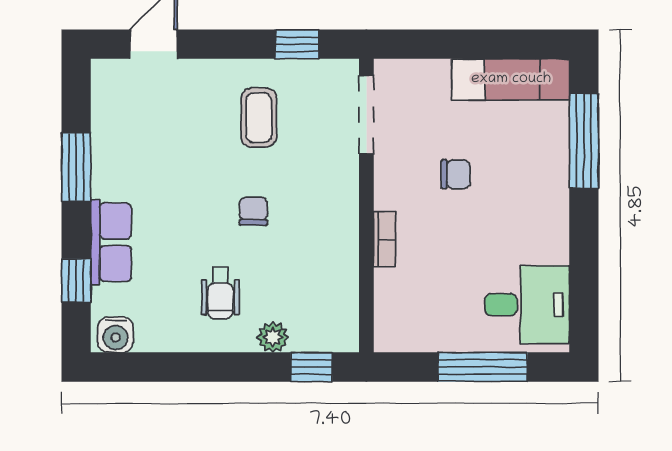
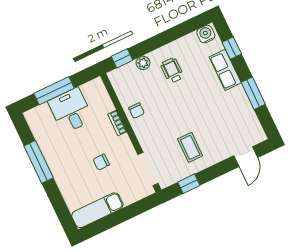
window: (584, 141) -> (39, 162), moved
chair: (253, 211) -> (137, 111), moved
desk: (527, 305) -> (71, 111), moved, turned 90

